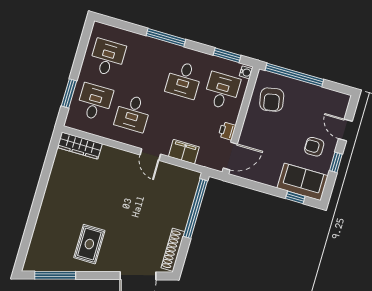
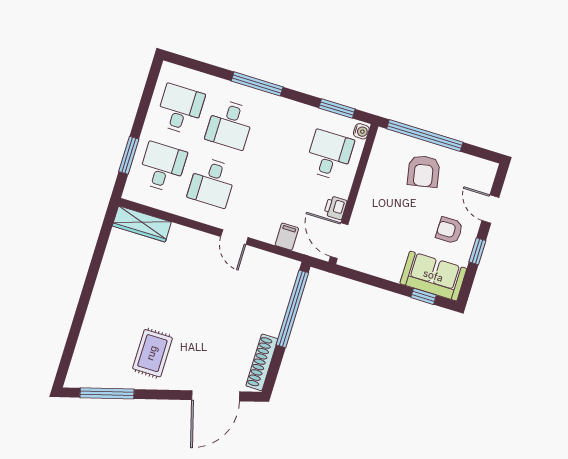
desk: (184, 80) -> (230, 124), moved
armchair: (272, 100) -> (424, 171), moved
filing cabinet: (184, 152) -> (287, 237), width x0.50
door: (230, 156) -> (339, 241), swing flipped

